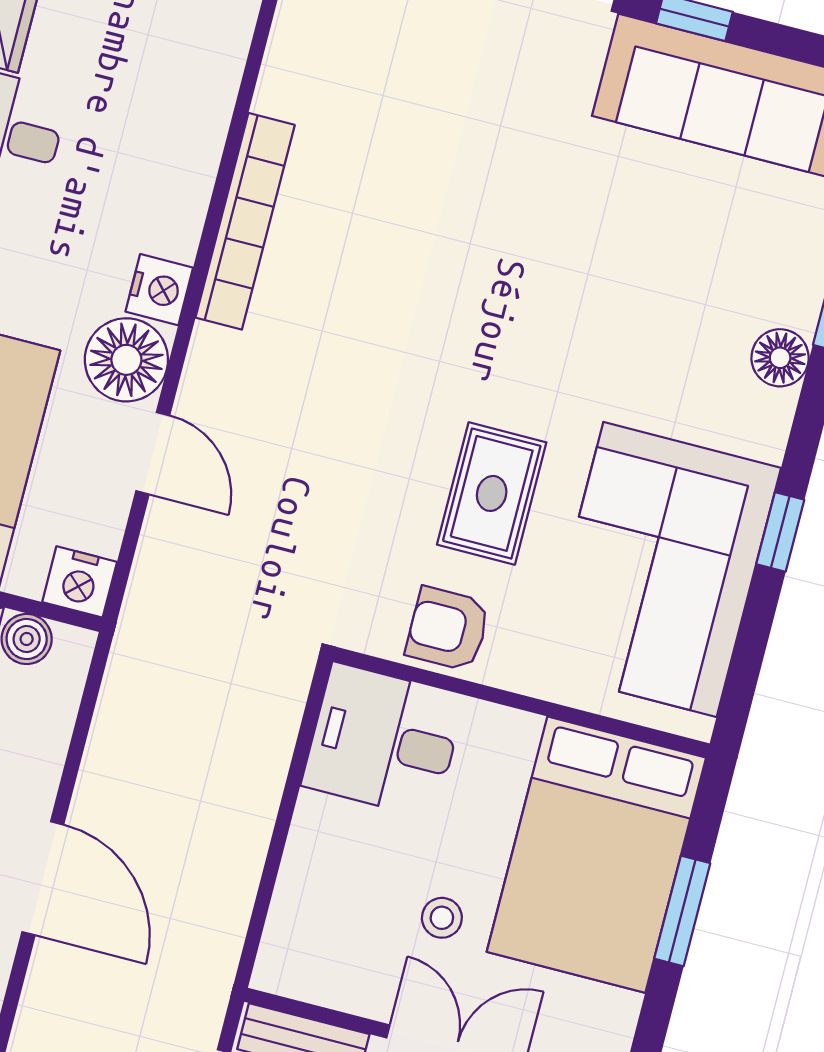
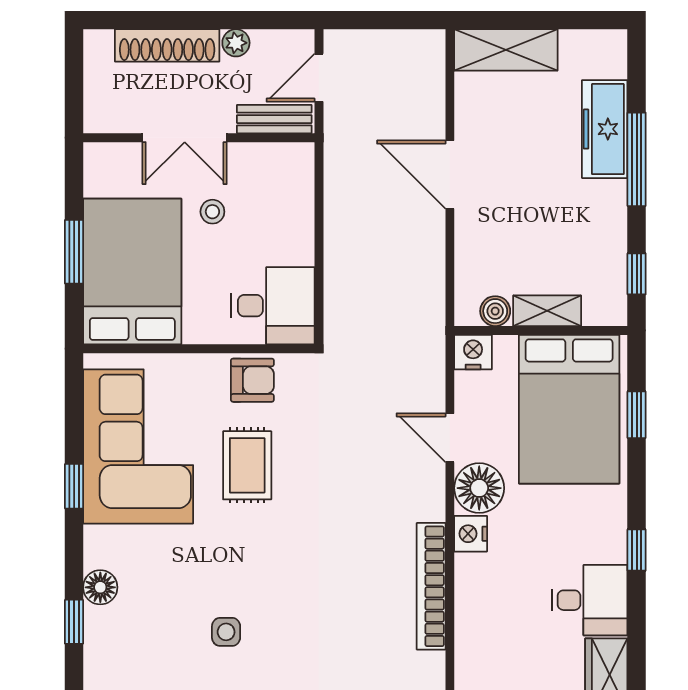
side table: (595, 233) -> (226, 632), added

